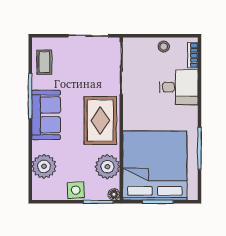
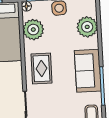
rug: (100, 120) -> (41, 68), width x0.73, depth x0.70

